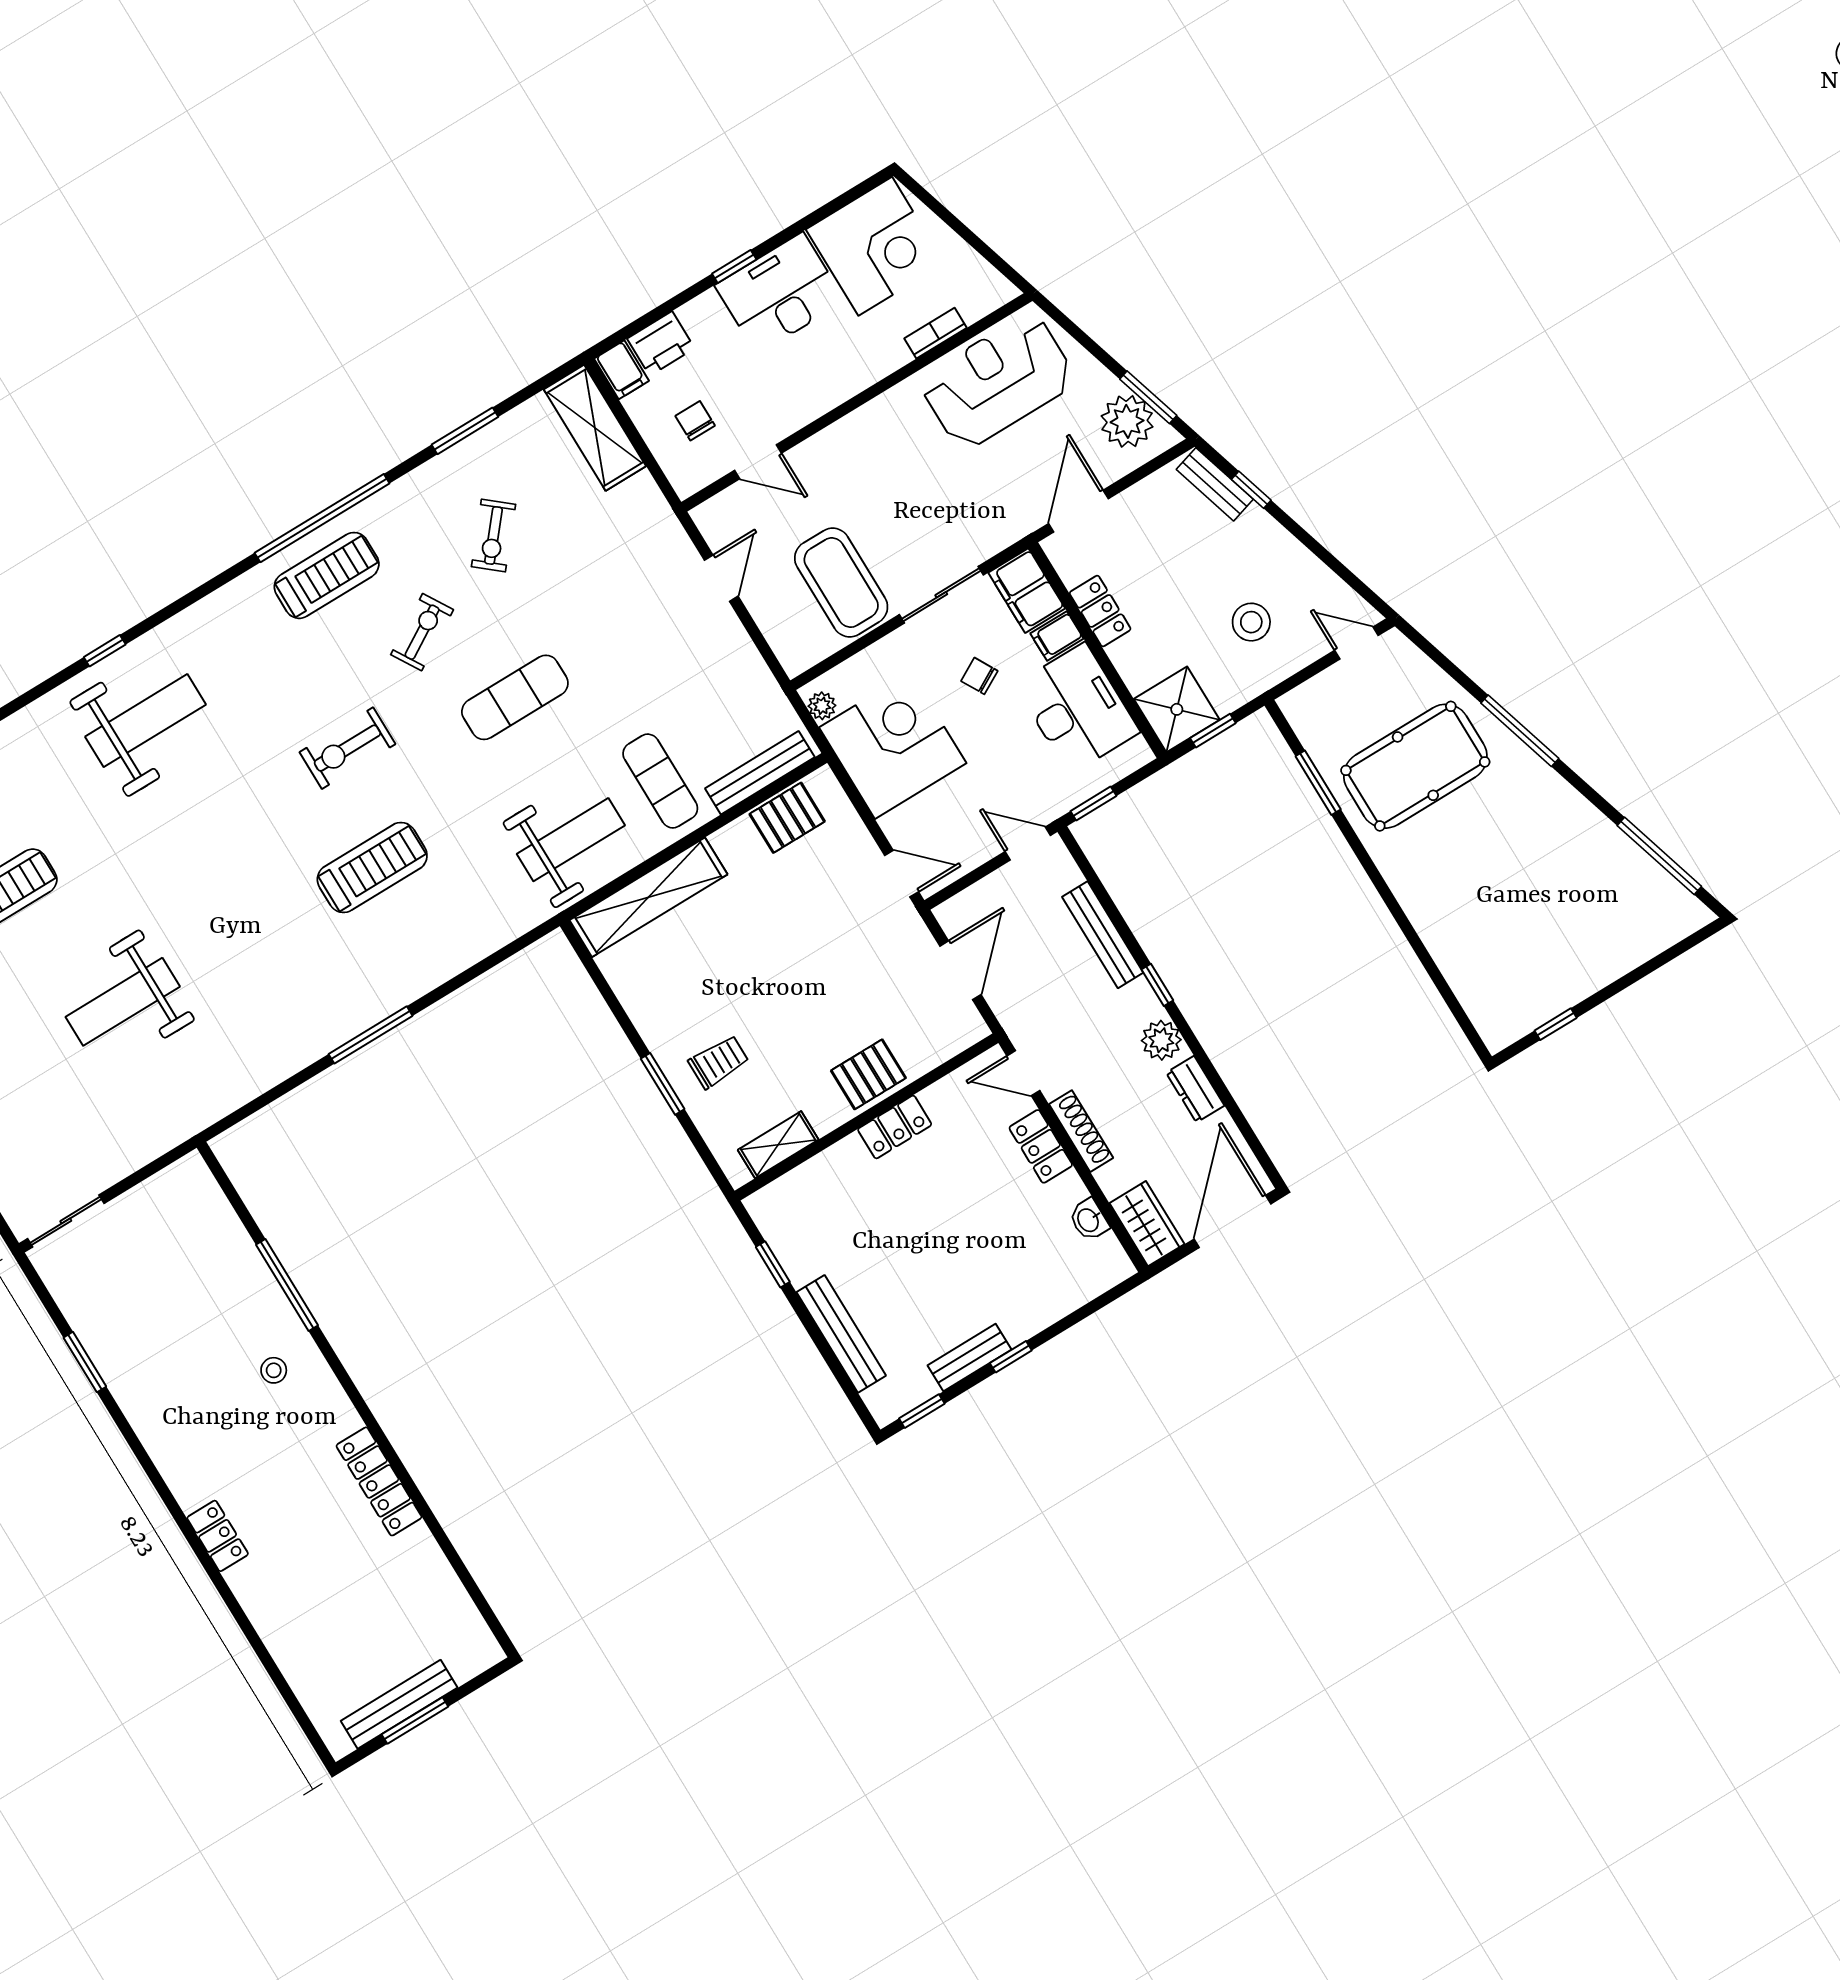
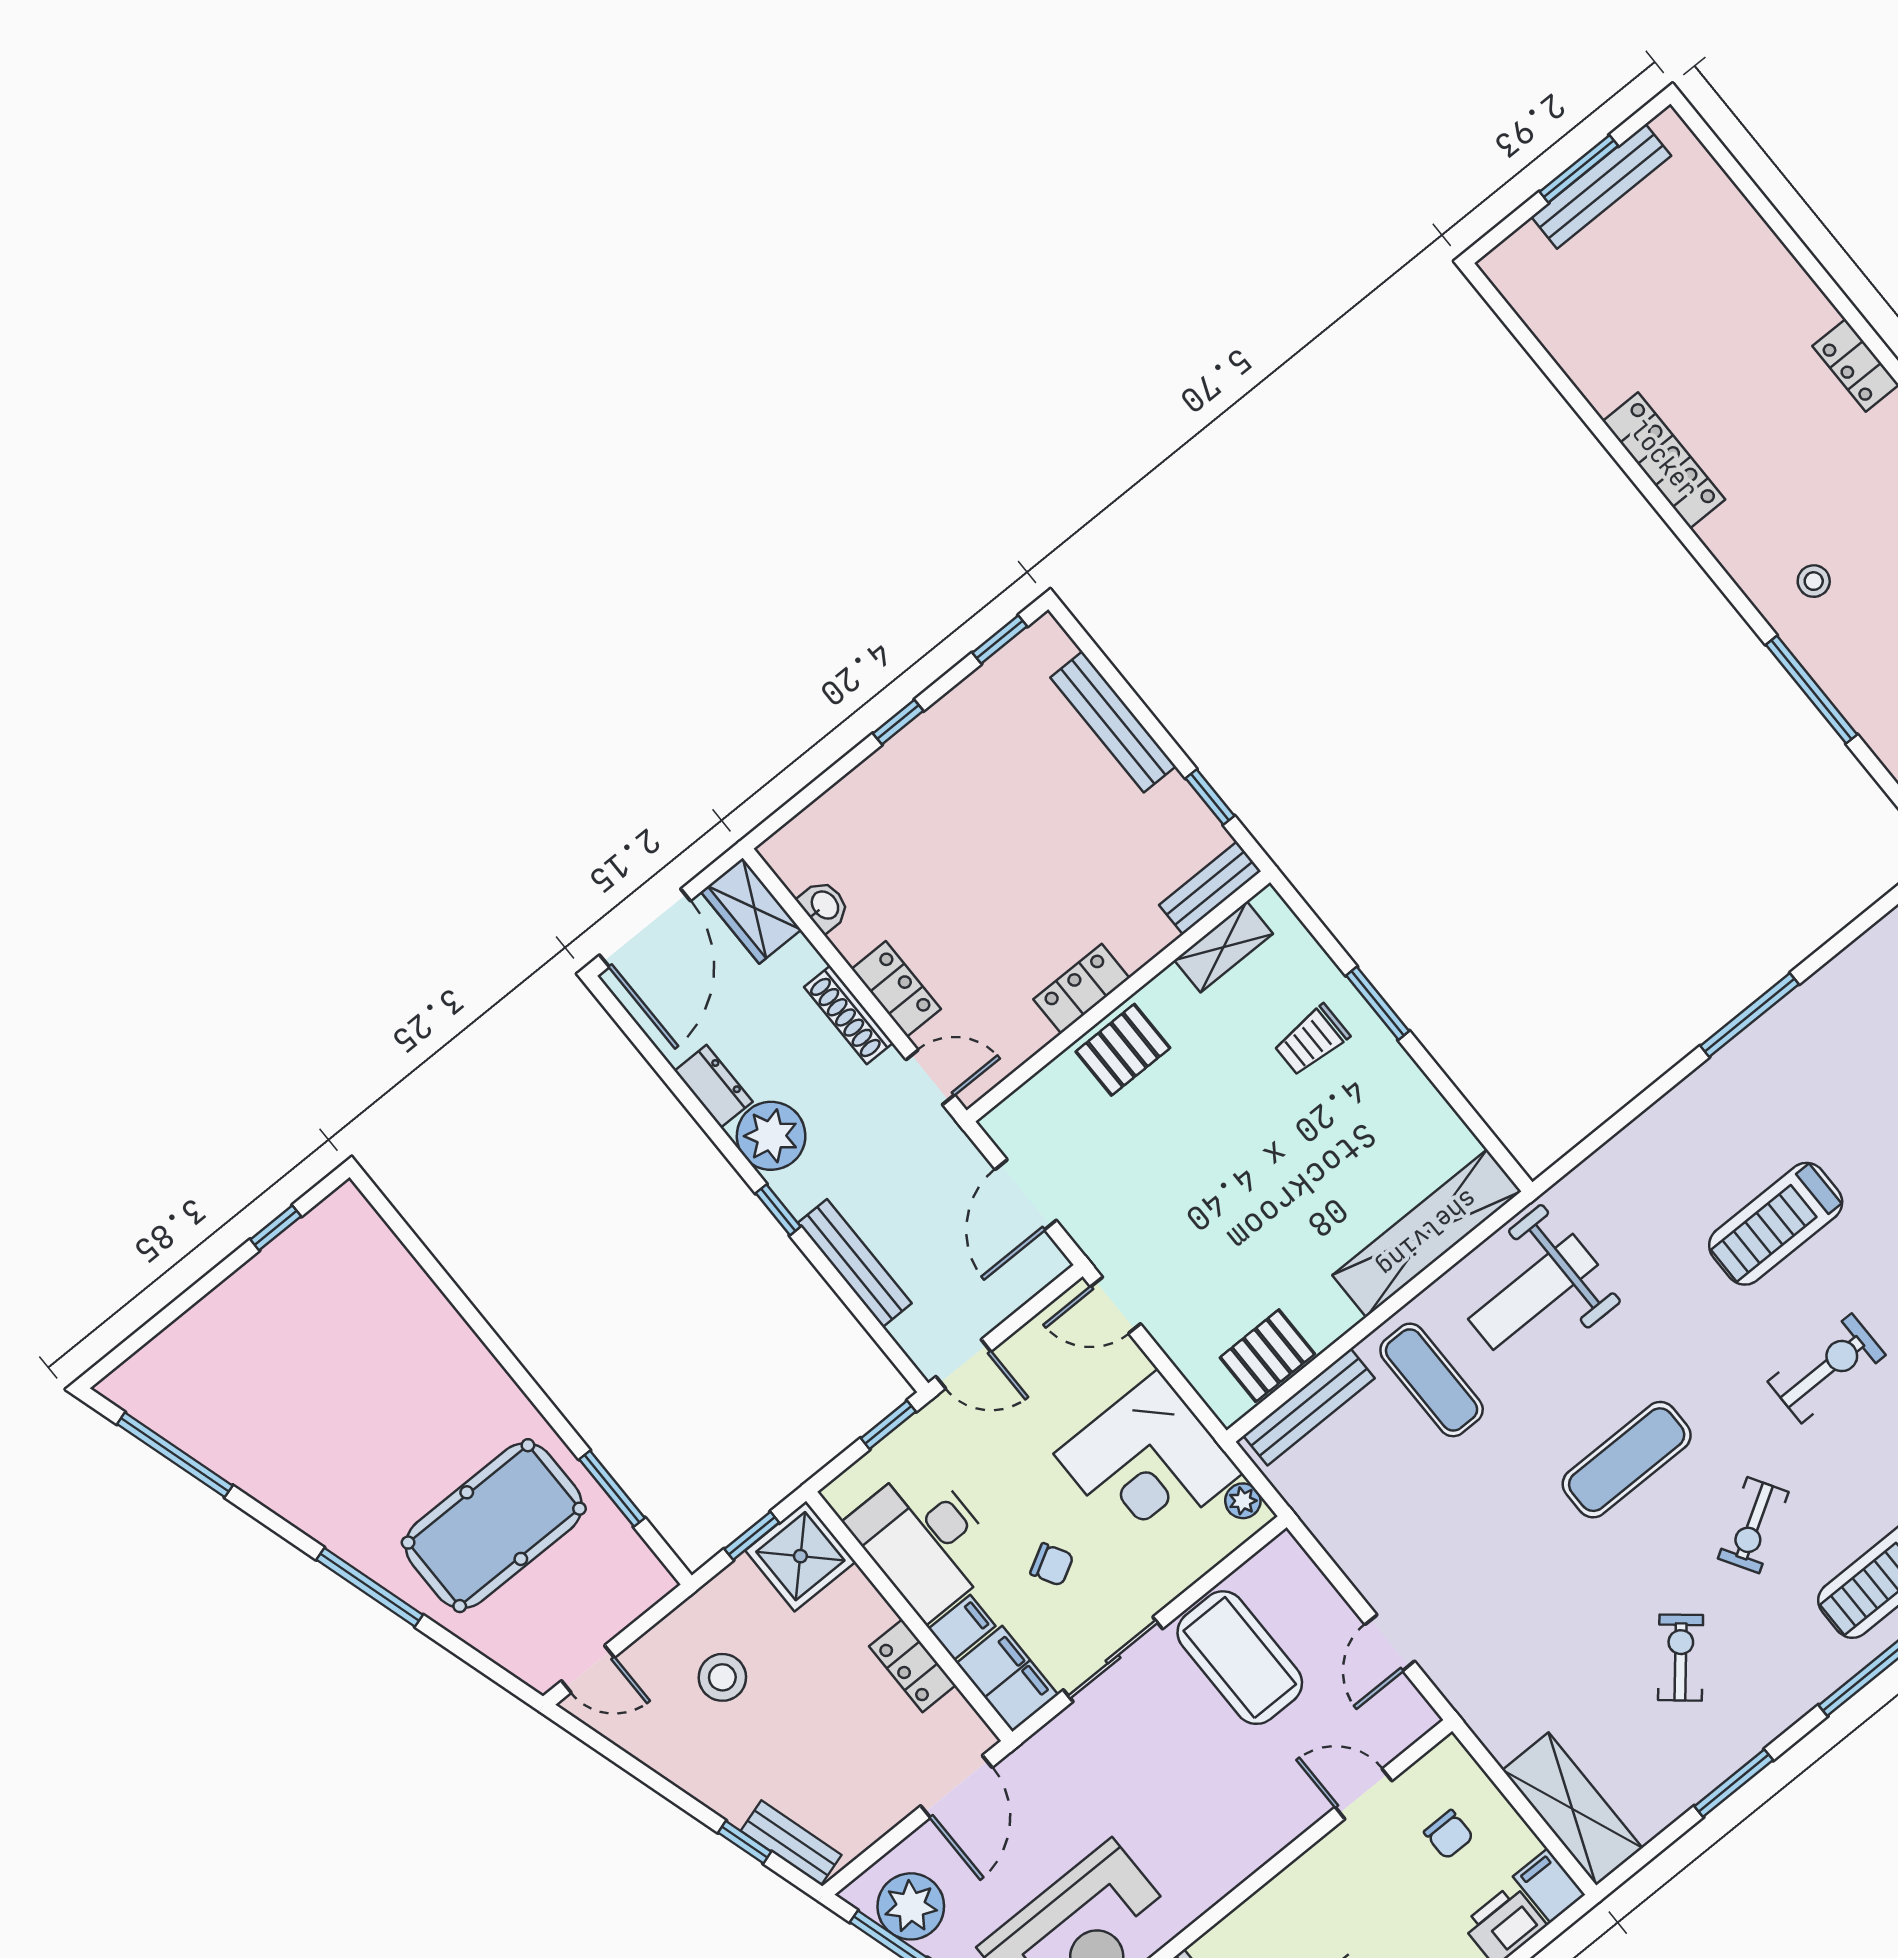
plant: (1161, 1040) -> (771, 1136), width x1.36, depth x1.36
bench: (969, 1357) -> (1210, 888), moved

